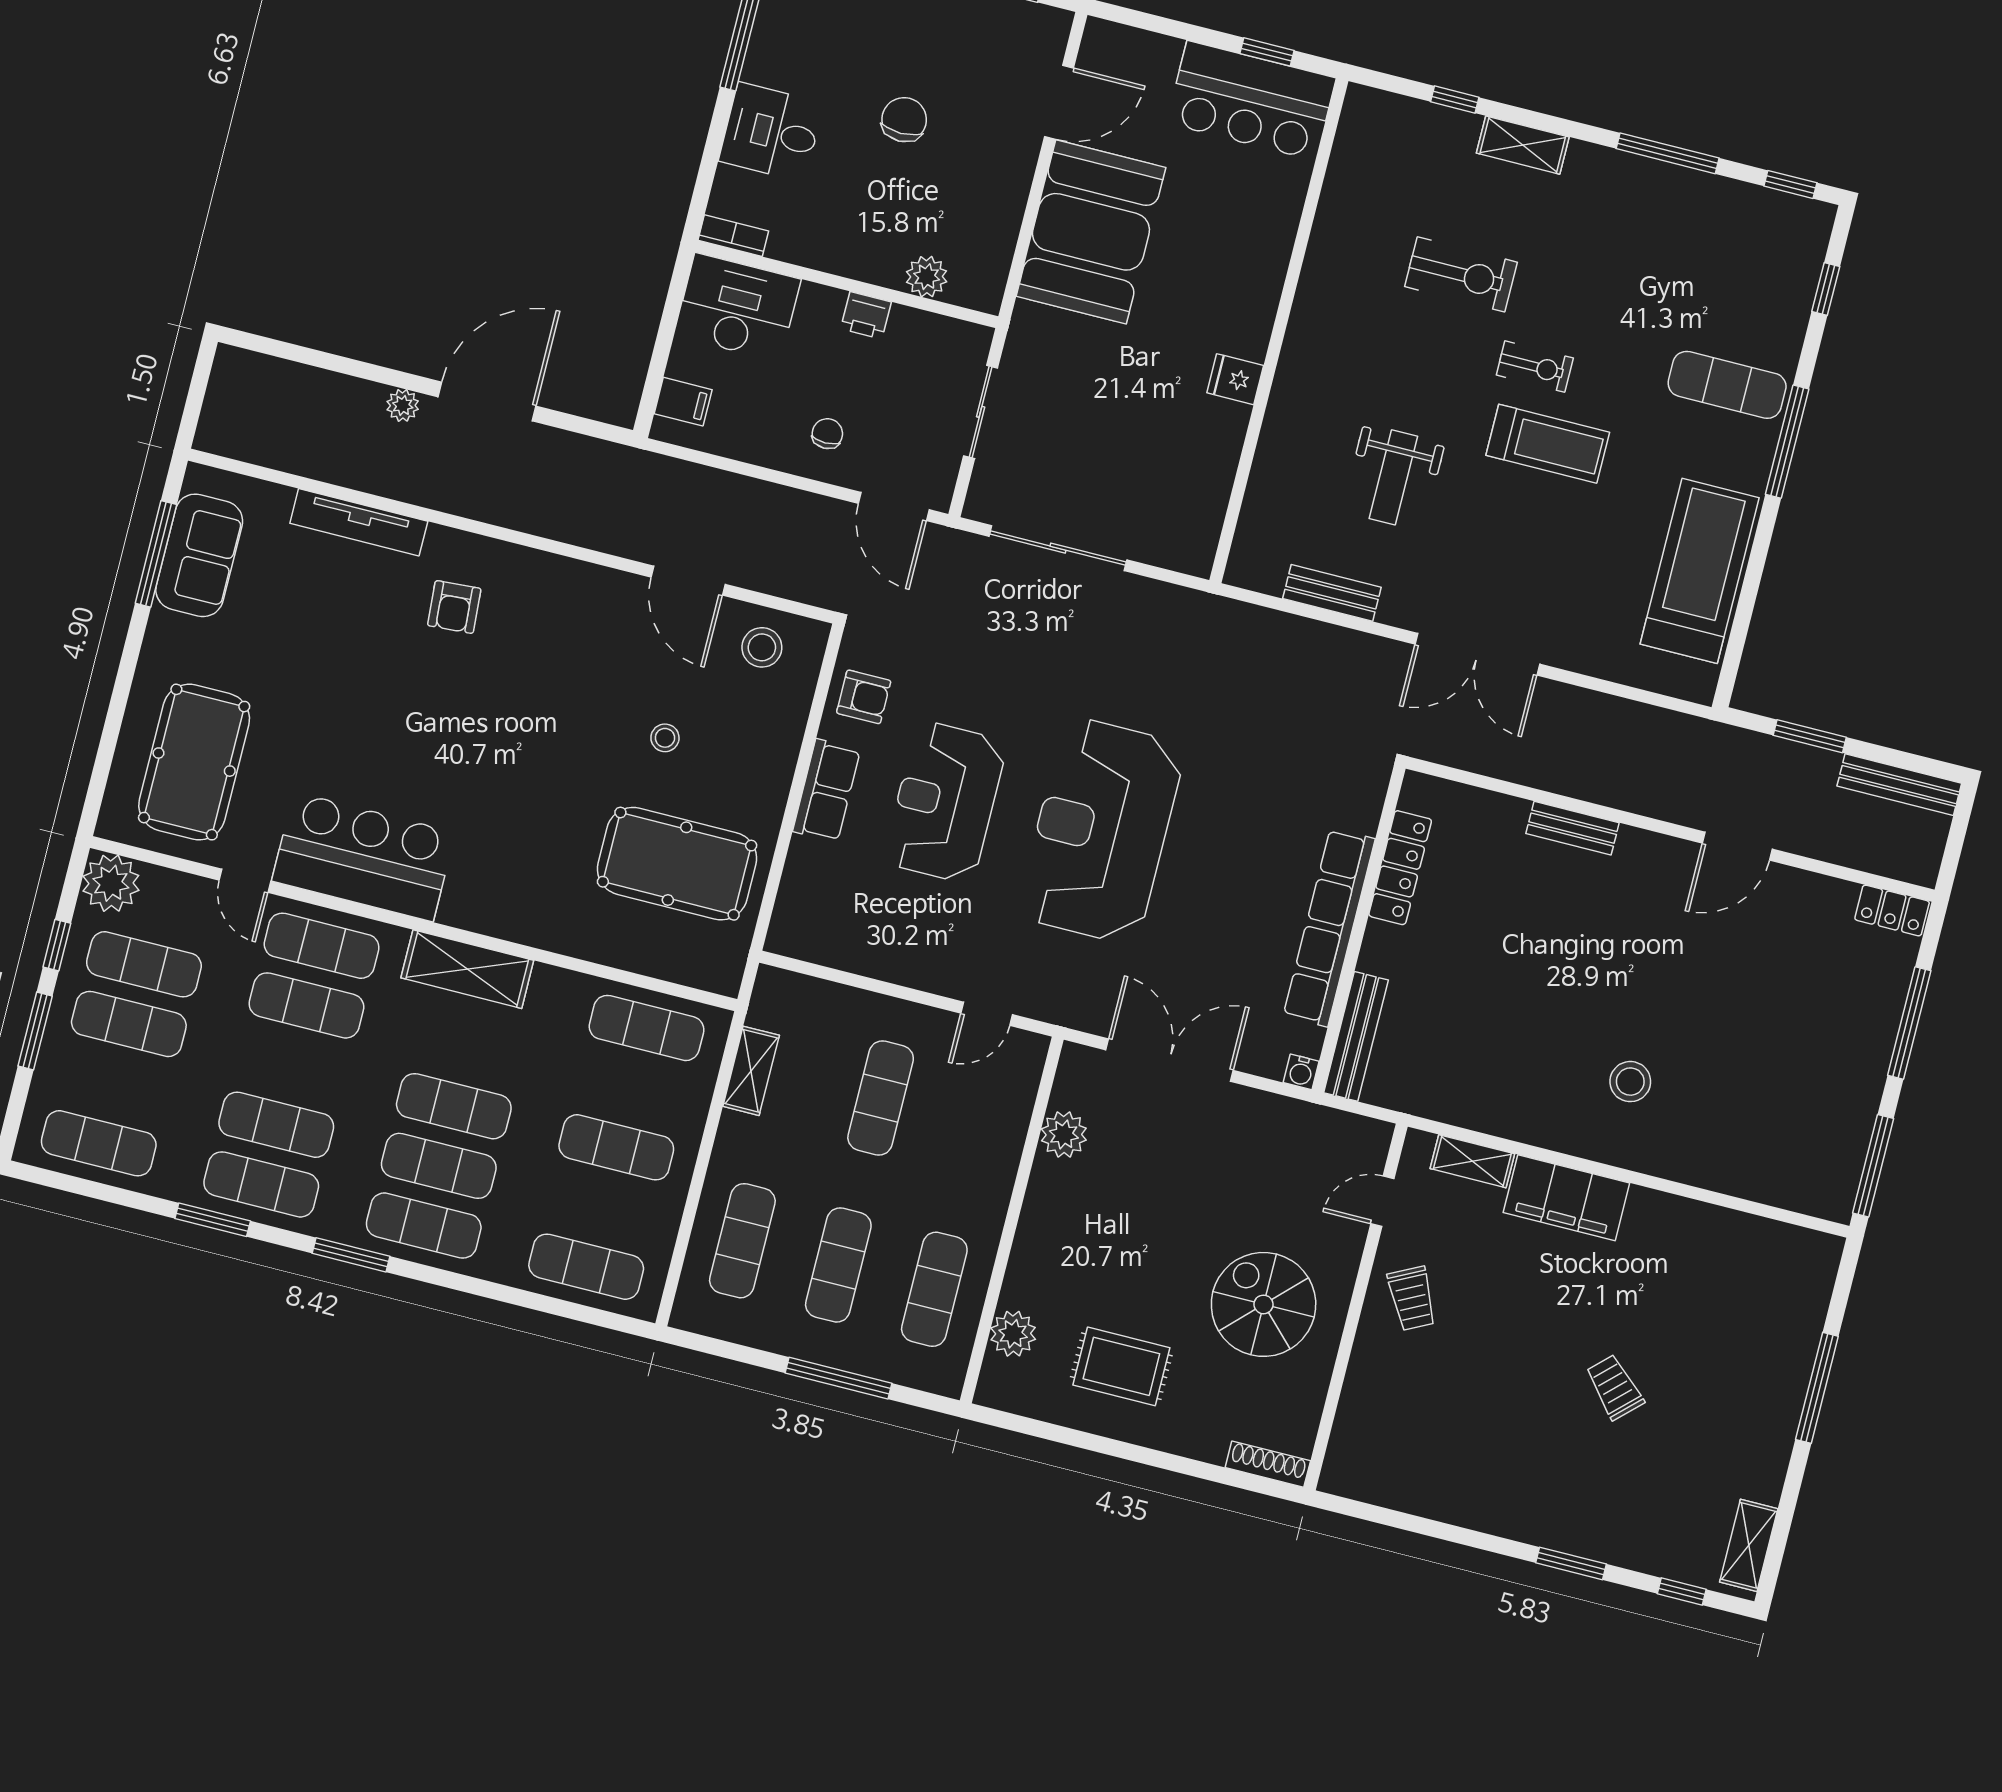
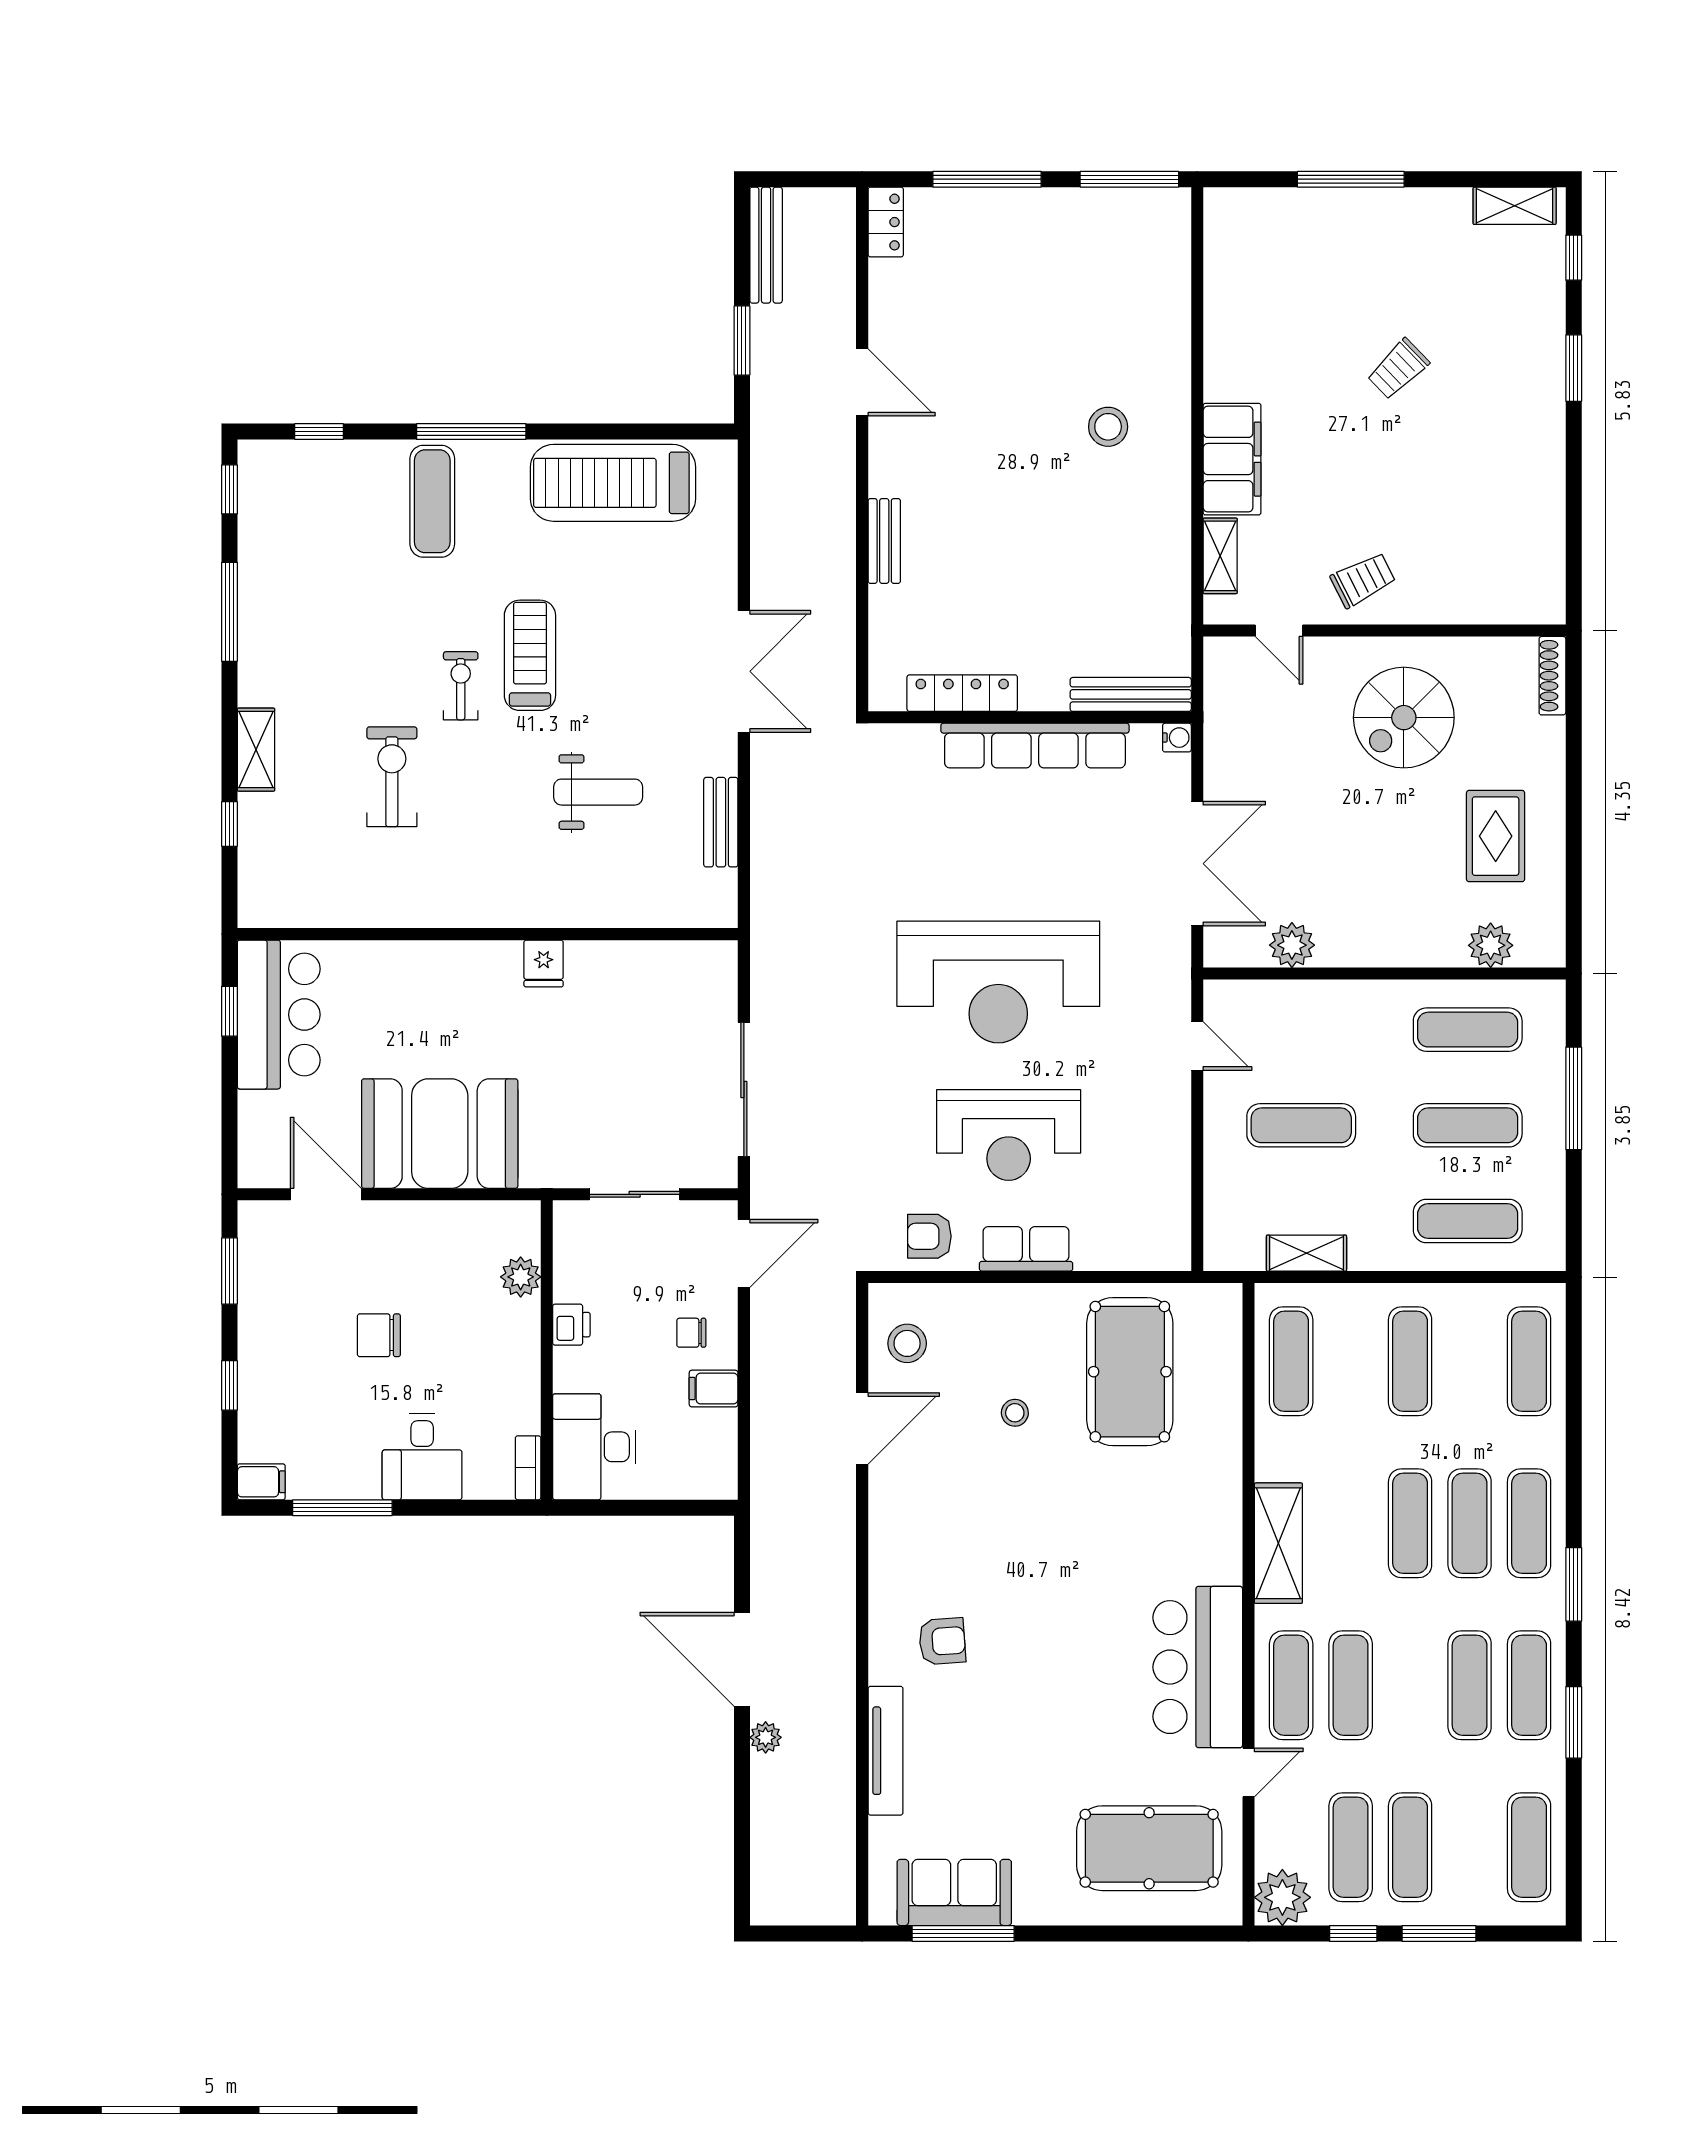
filing cabinet: (683, 402) -> (714, 1389), moved, turned -90
armchair: (864, 697) -> (929, 1236), turned -90
double door: (1170, 1060) -> (1197, 864), swing flipped

